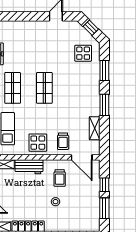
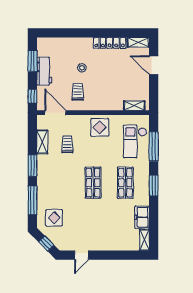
window: (104, 70) -> (32, 200), width x1.44
trolley: (63, 141) -> (67, 144), moved
workbench: (29, 167) -> (44, 71), moved, turned 90
window: (104, 185) -> (32, 96), moved

